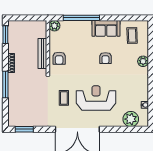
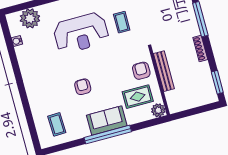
window: (81, 18) -> (108, 135), moved
sofa: (106, 28) -> (107, 121), moved
rug: (67, 40) -> (138, 97), added
plant: (143, 61) -> (34, 96), removed

